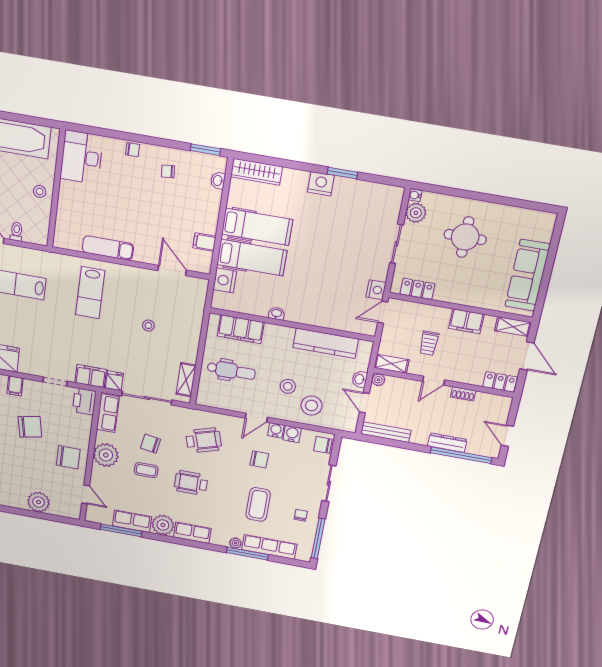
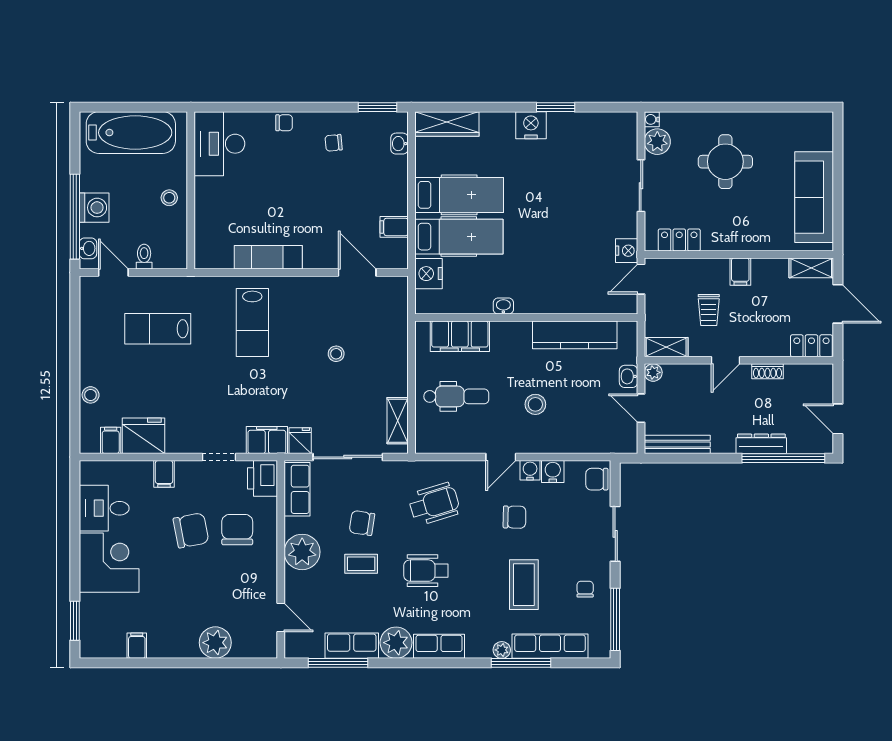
filing cabinet: (466, 321) -> (740, 272), width x0.50
stool: (311, 406) -> (572, 426), removed
chair: (68, 457) -> (237, 530), moved, turned -90

